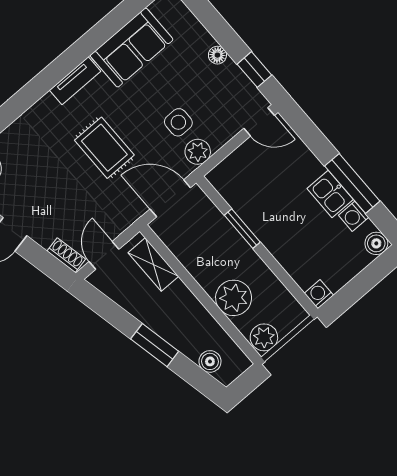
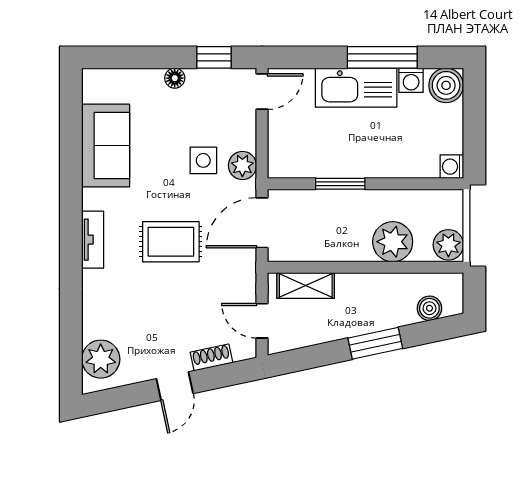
tv unit: (75, 81) -> (93, 240), moved
kitchen sink: (330, 194) -> (356, 88), width x1.88, depth x1.24
boiler: (376, 243) -> (446, 85), width x1.36, depth x1.36
shoe rack: (66, 255) -> (211, 357), moved

